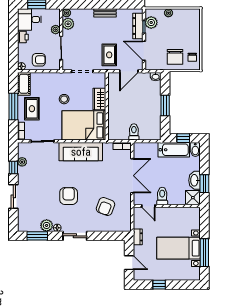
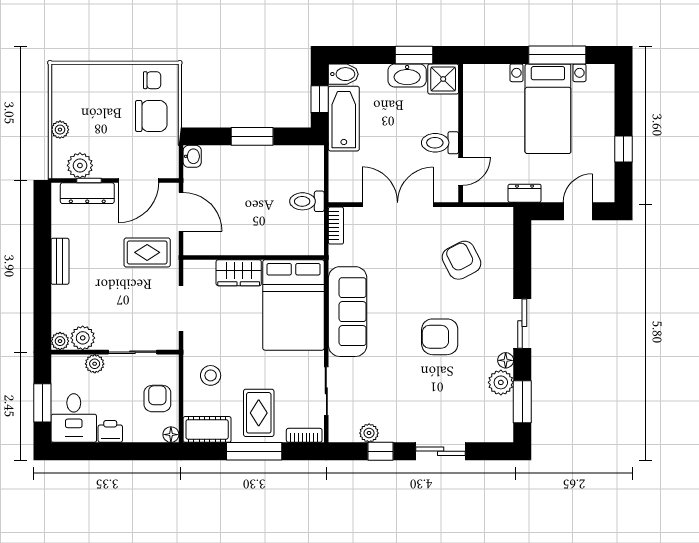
stool: (64, 99) -> (211, 375), moved
rug: (32, 109) -> (259, 413), turned 90
armchair: (105, 206) -> (462, 260), turned -138

